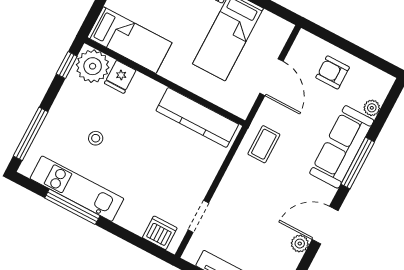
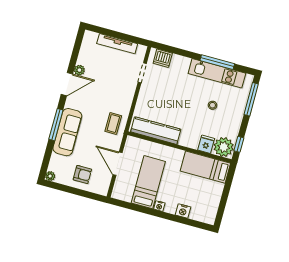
plant: (372, 108) -> (50, 176), moved

